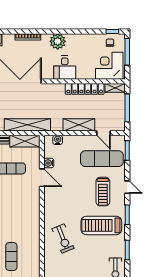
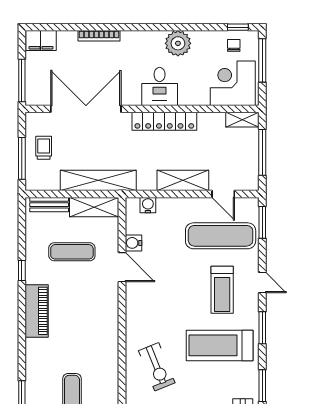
plant: (58, 41) -> (178, 43), moved
locker: (85, 89) -> (164, 121), moved

